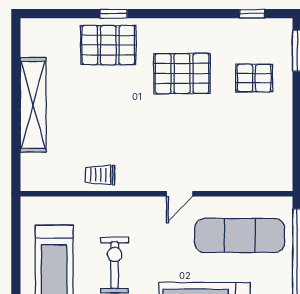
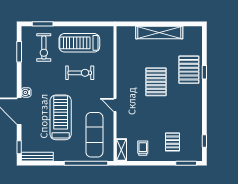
pallet: (182, 74) -> (156, 82), moved
trolley: (100, 175) -> (143, 148), moved
shelving: (270, 181) -> (121, 150), added

